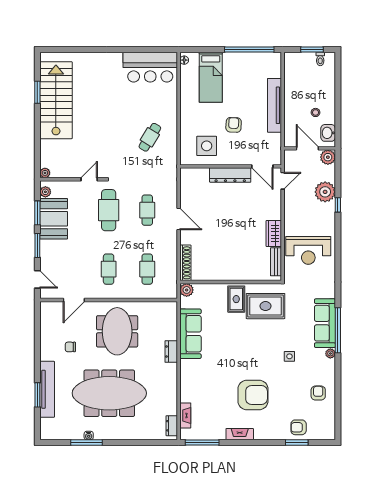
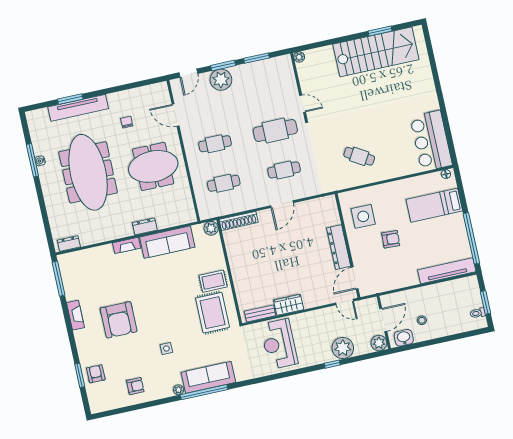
tv unit: (274, 105) -> (447, 271), moved
plant: (45, 192) -> (221, 80), moved, width x1.87, depth x1.87
booth: (54, 219) -> (254, 76), removed
fireplace: (185, 415) -> (127, 245), moved

